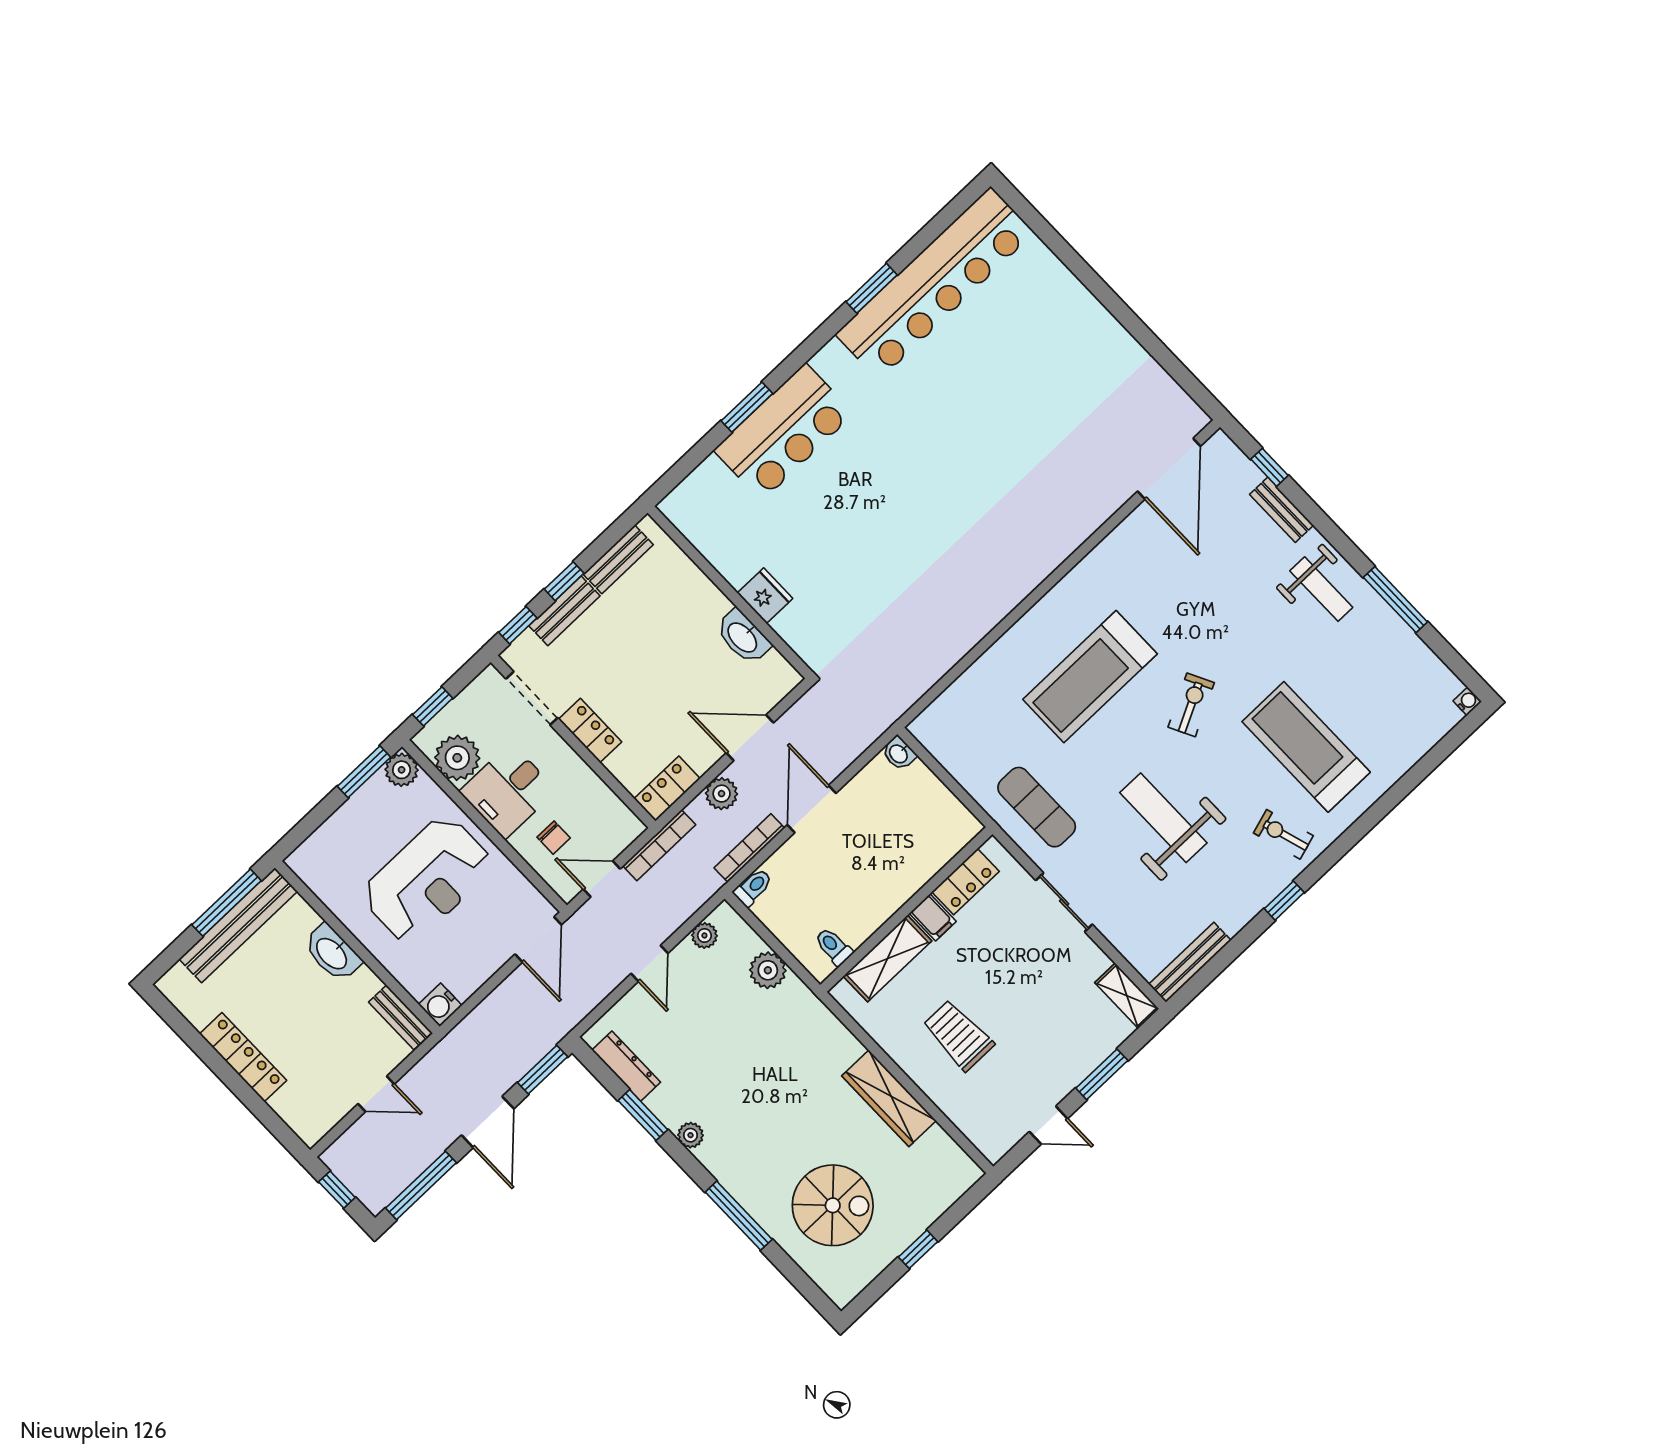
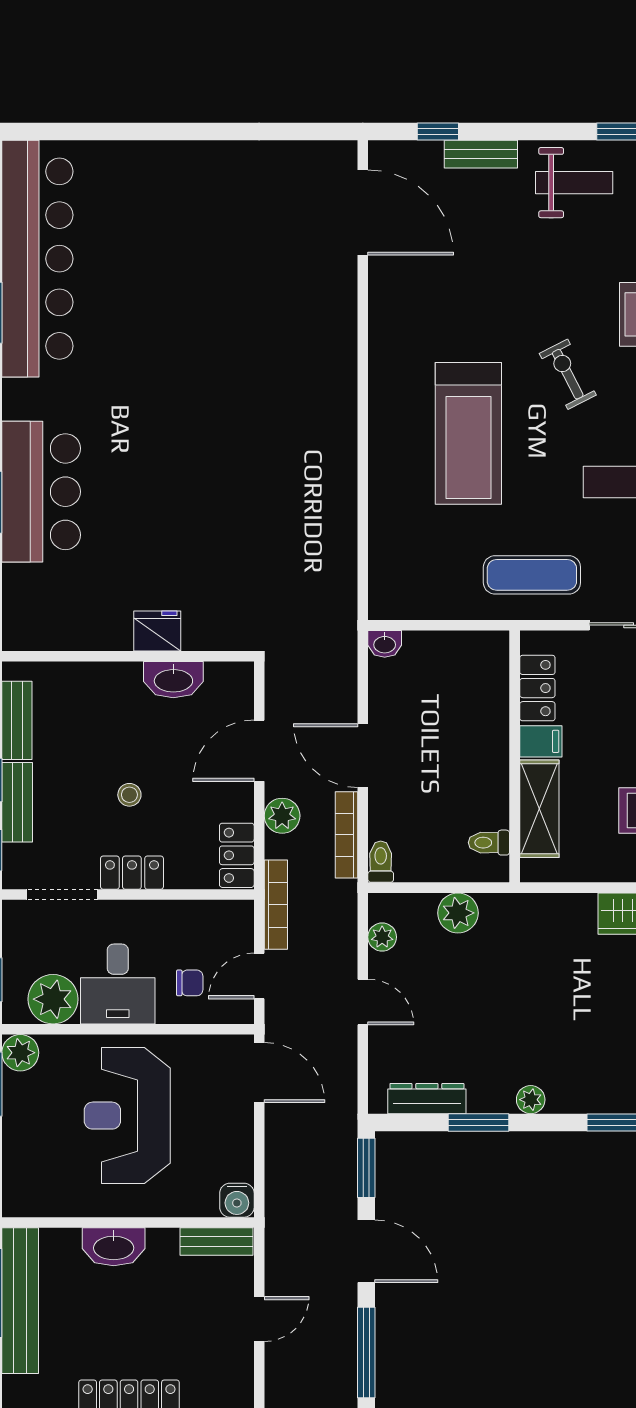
stool: (640, 680) -> (129, 795), added
reception desk: (427, 880) -> (127, 1116), turned 180

